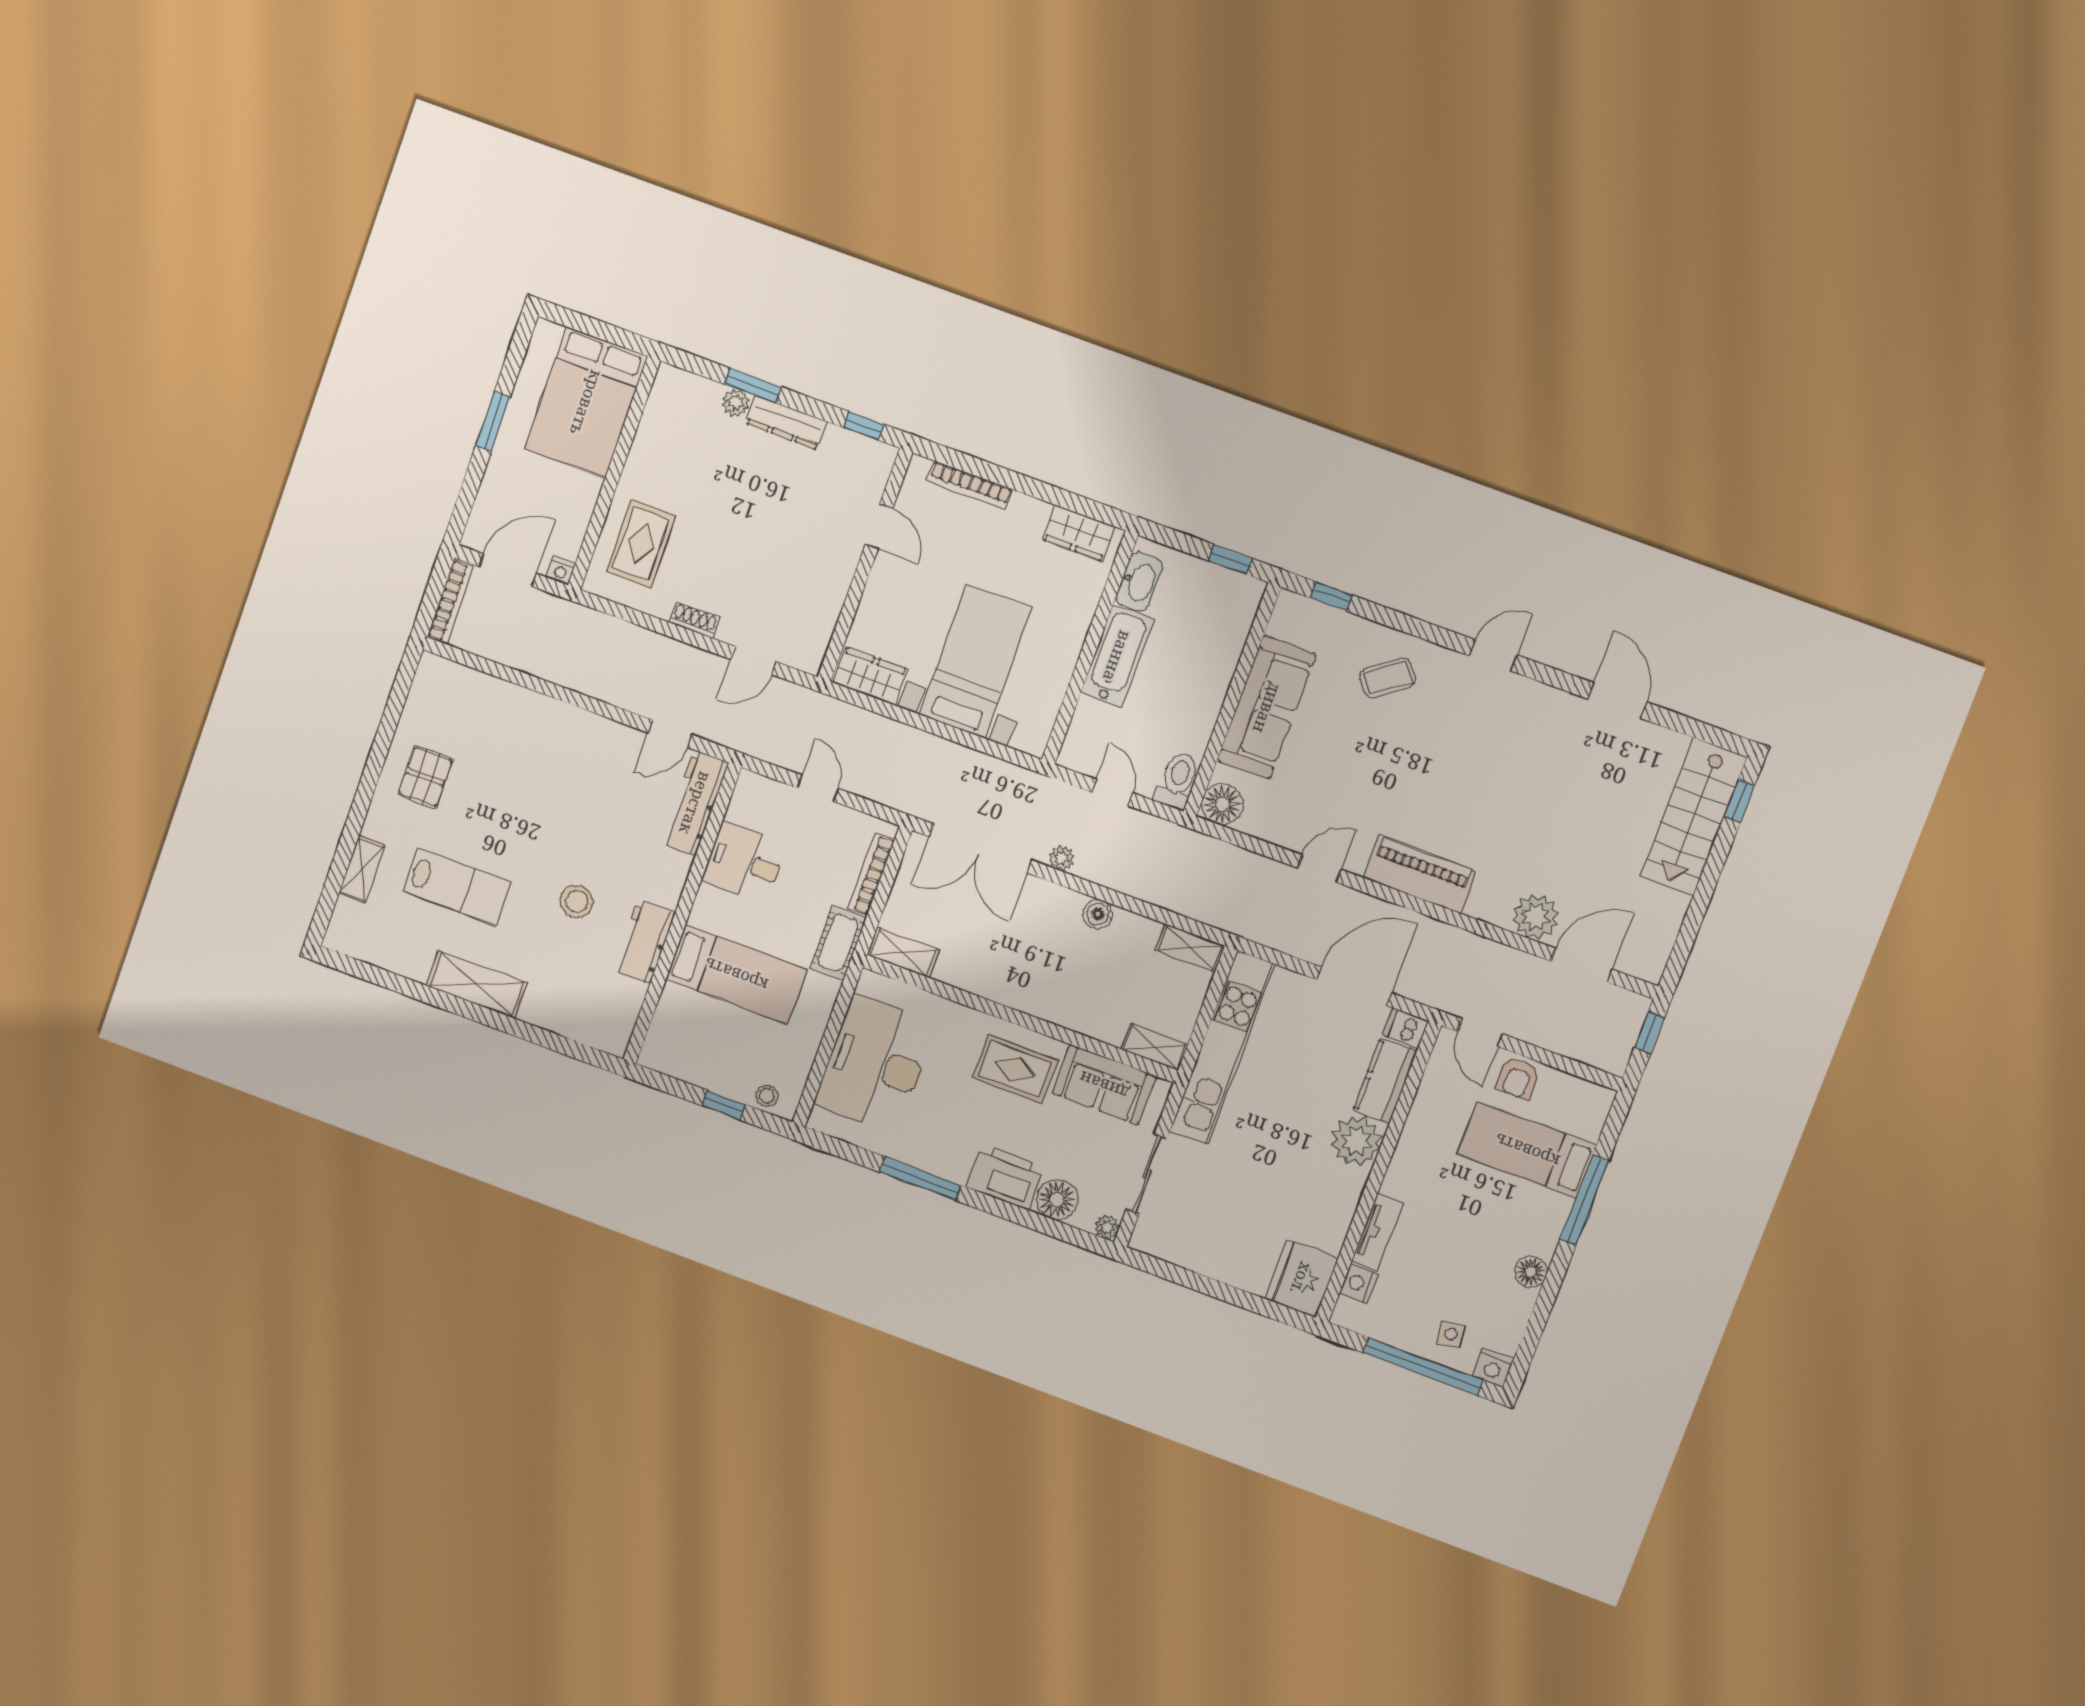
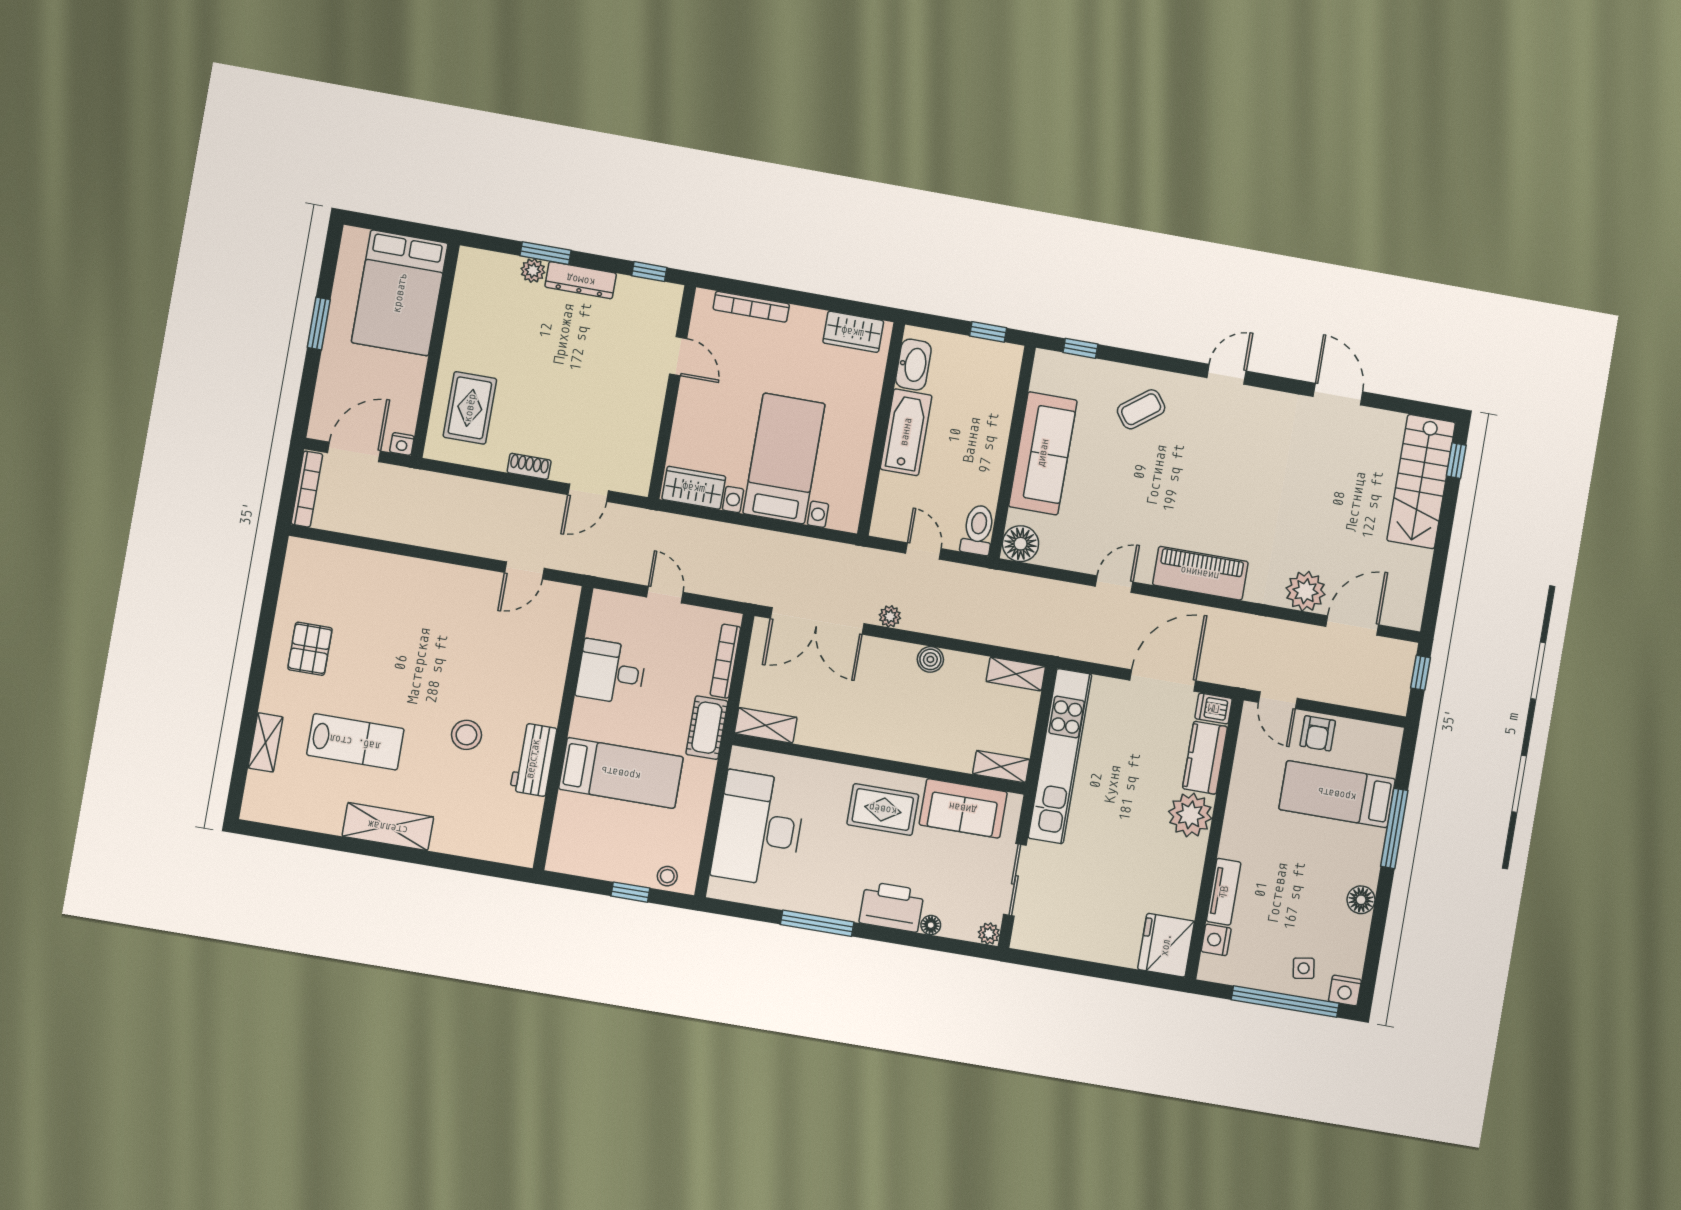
workbench: (695, 803) -> (557, 628), removed
floor lamp: (1057, 1200) -> (931, 925), width x0.53, depth x0.53

